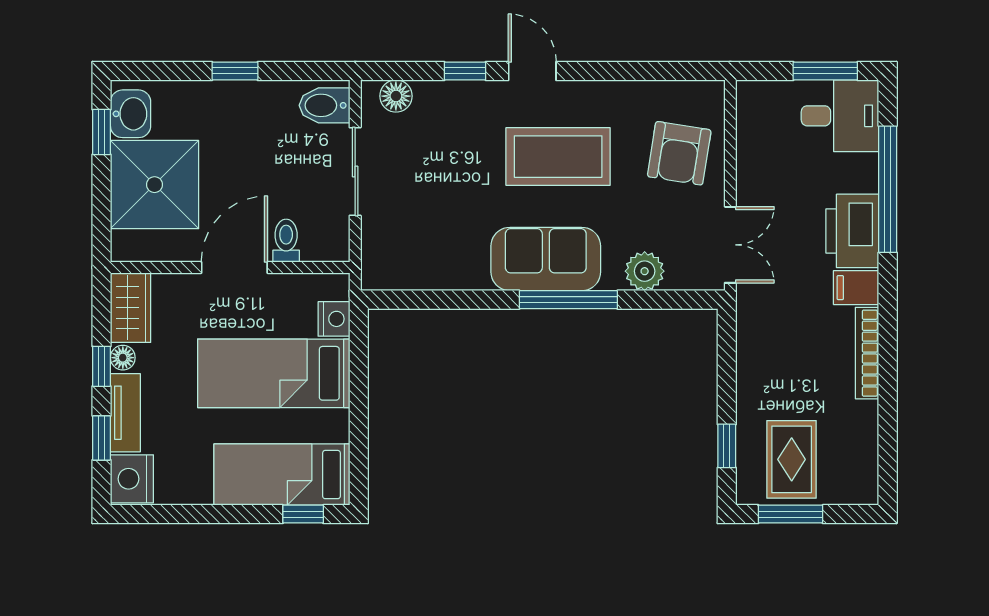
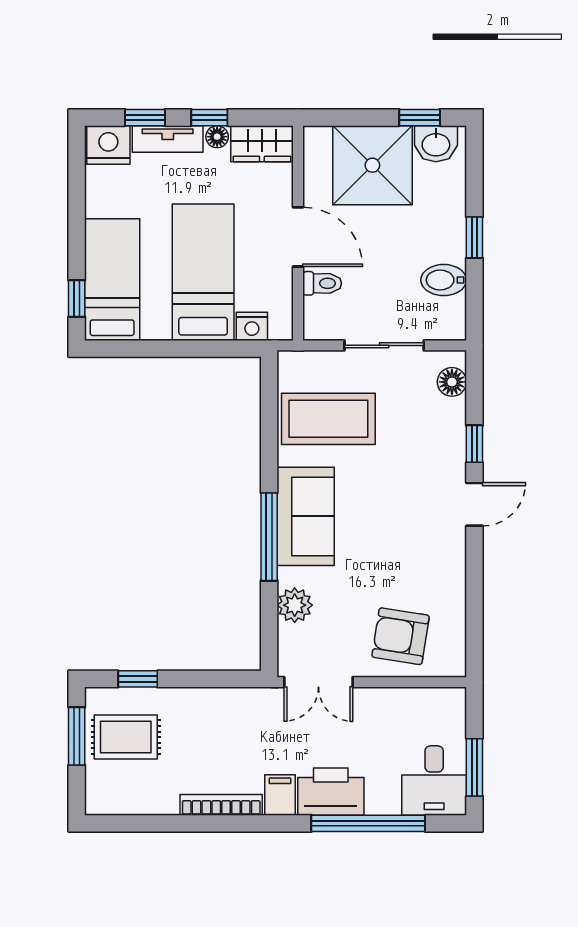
bidet: (324, 105) -> (444, 280), moved, turned -90
coffee table: (558, 157) -> (328, 419), moved, turned 90

